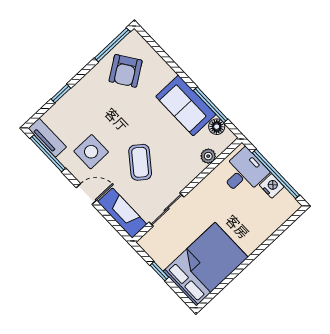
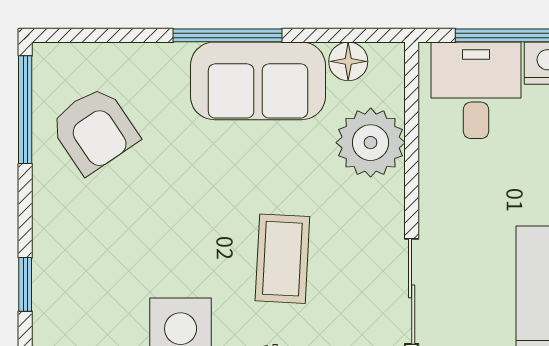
window: (211, 105) -> (228, 35), moved
plant: (208, 156) -> (371, 143), width x1.88, depth x1.88
coffee table: (140, 162) -> (282, 259), turned 55

